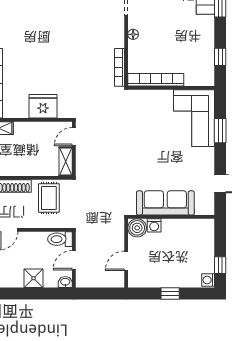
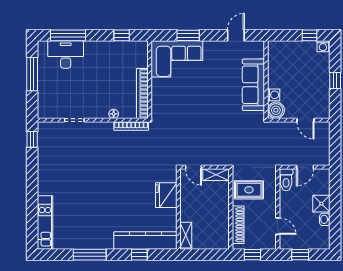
floor lamp: (133, 34) -> (114, 114), moved
door: (74, 260) -> (305, 167), hinge flipped
washbasin: (65, 282) -> (325, 219), moved

